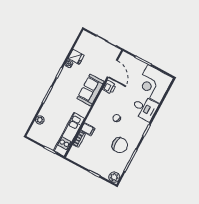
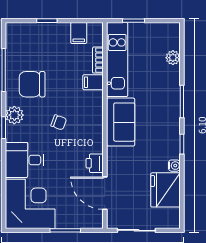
fridge: (76, 57) -> (166, 190), width x1.88, depth x1.34
sofa: (91, 90) -> (121, 122), moved
filing cabinet: (82, 159) -> (79, 33), added
plant: (114, 177) -> (14, 115), moved

